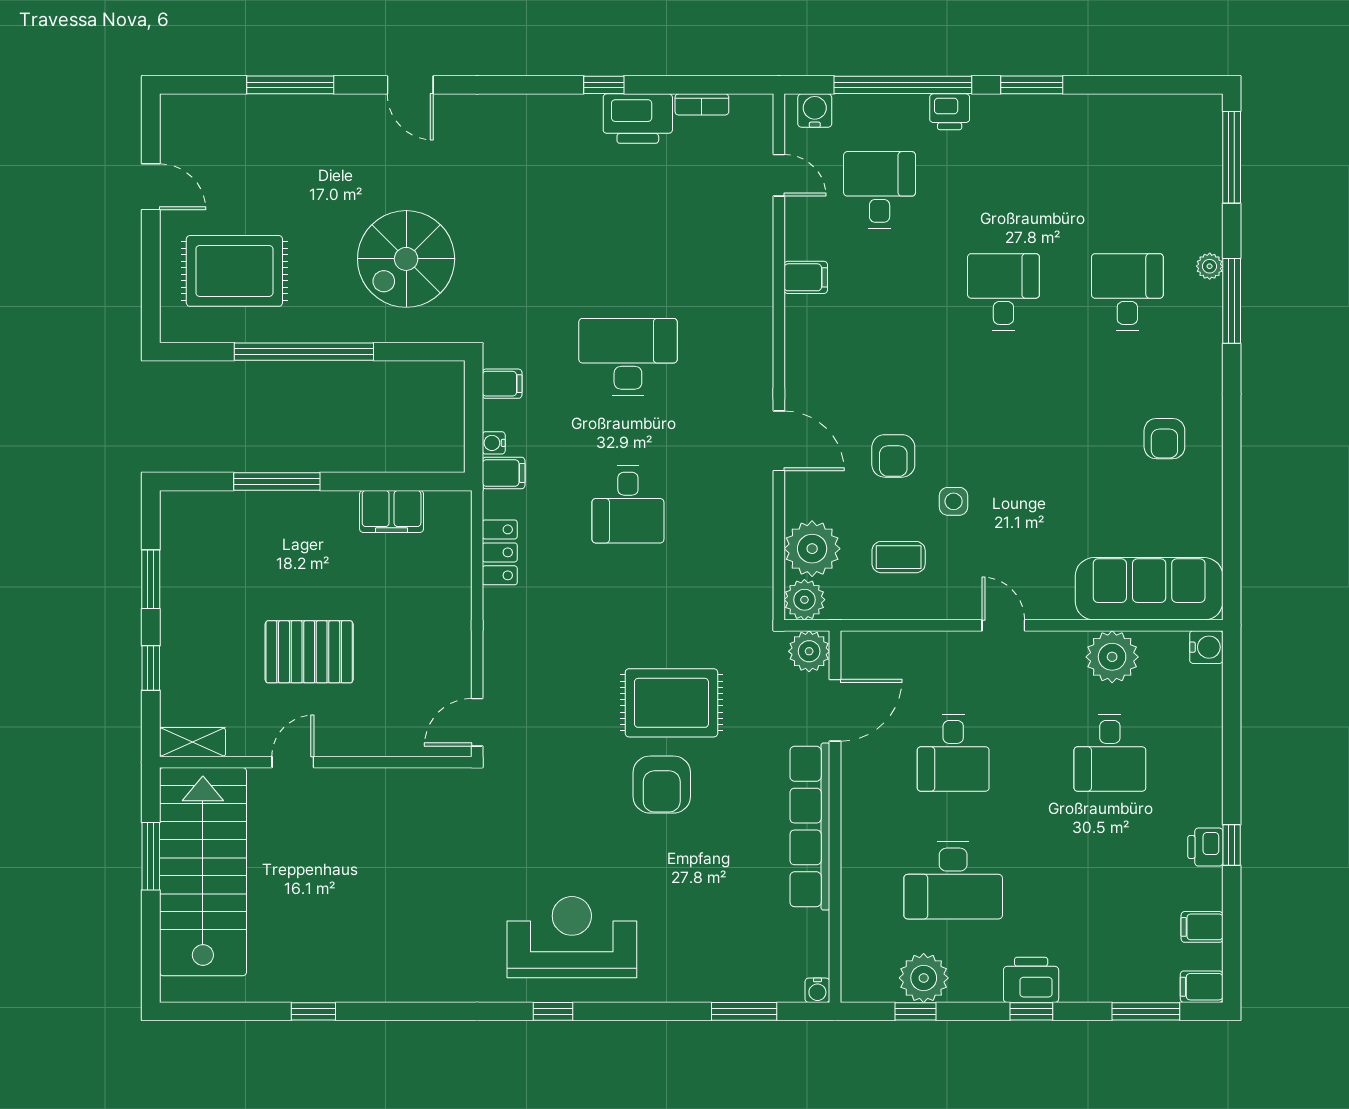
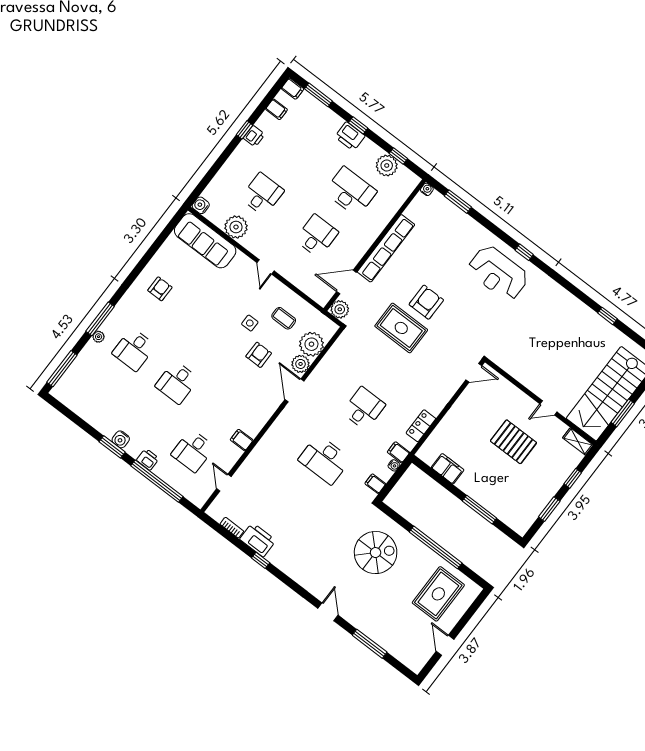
water cooler: (815, 111) -> (121, 439), moved
rug: (234, 271) -> (438, 594), turned 90
plant: (804, 600) -> (301, 364), moved

